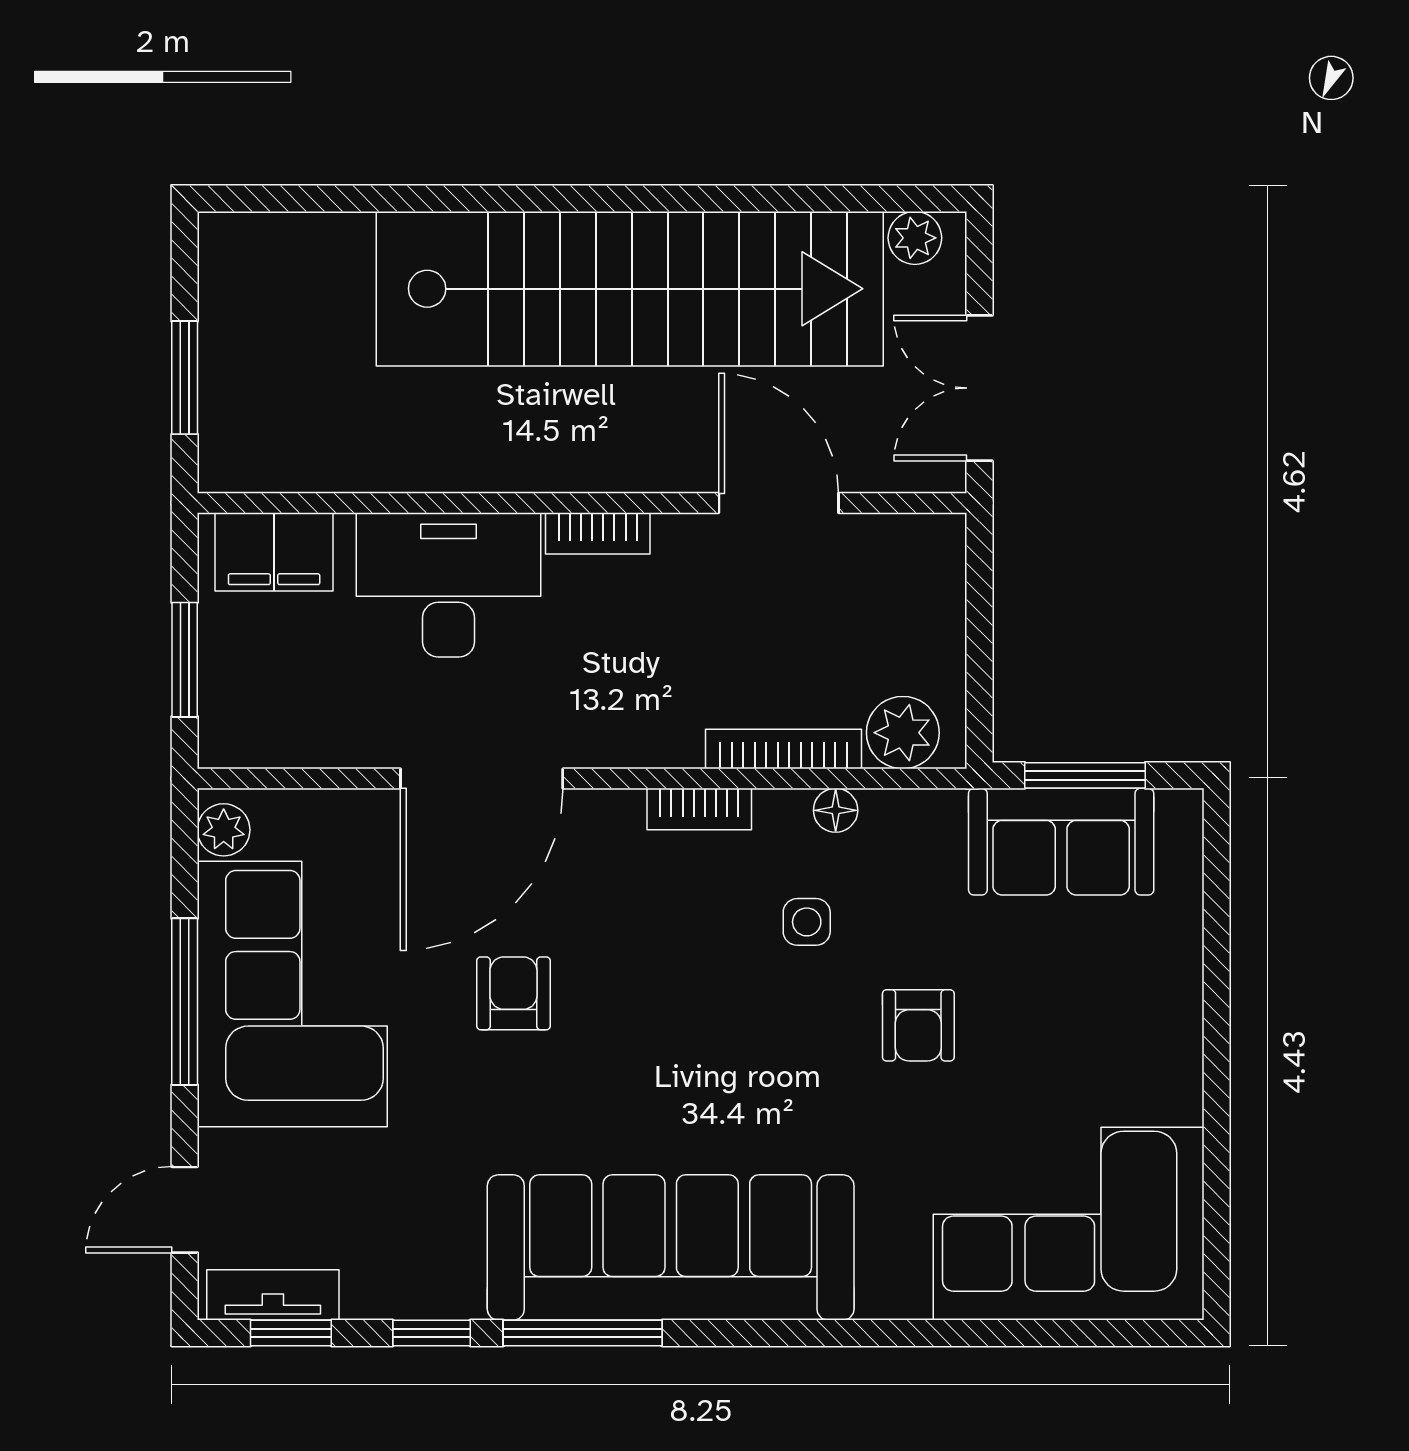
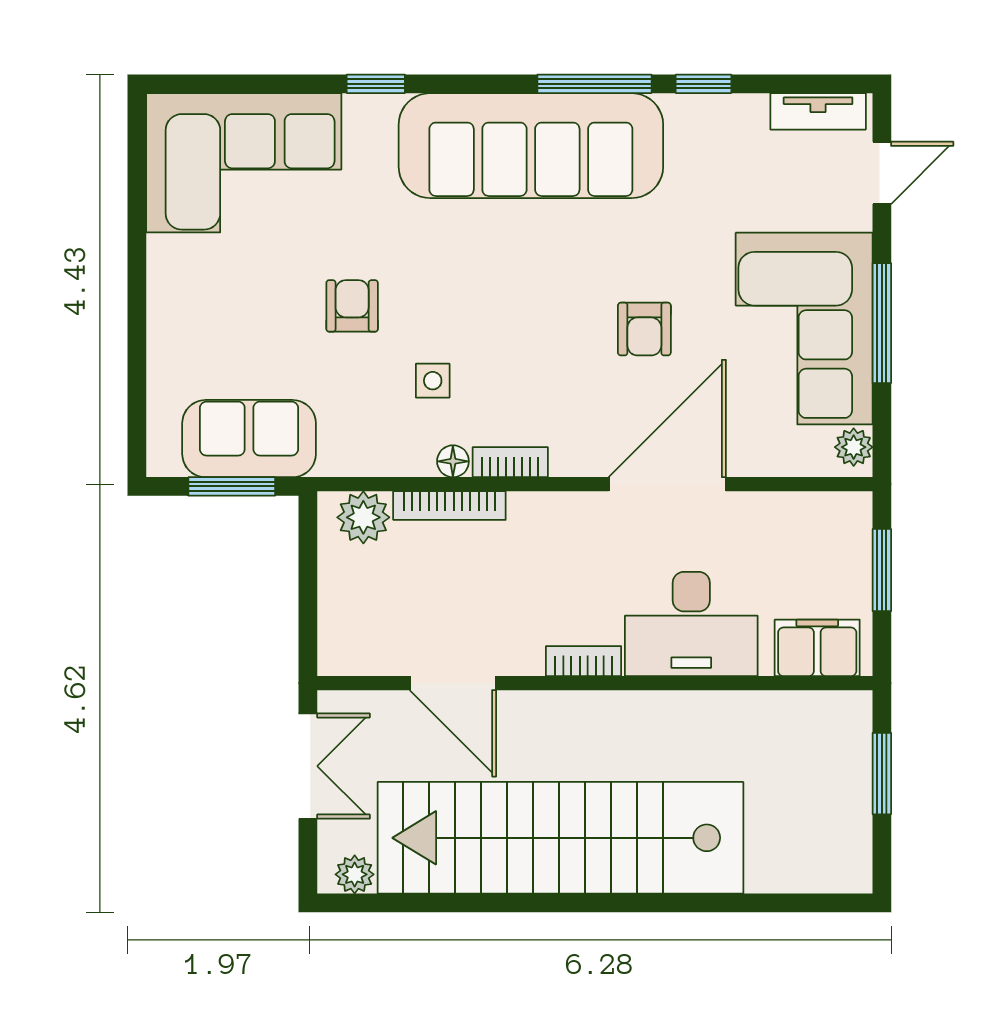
floor lamp: (836, 810) -> (453, 461), moved
window: (291, 1333) -> (376, 84), moved

